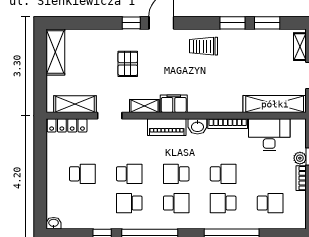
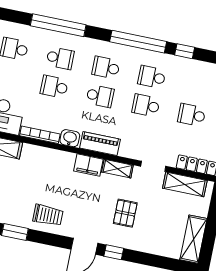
school desk: (129, 203) -> (152, 77), turned 180

